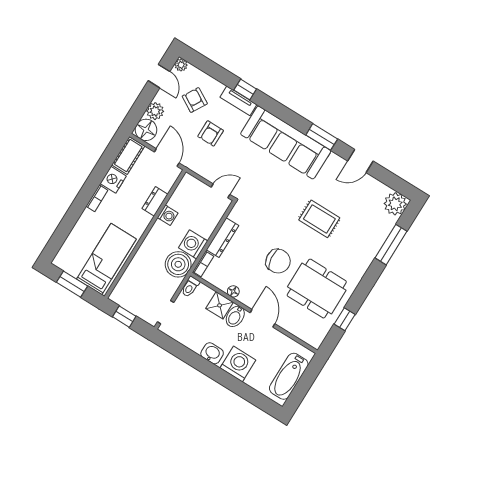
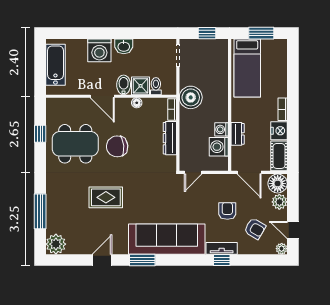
washing machine: (193, 244) -> (219, 147), moved, turned 180
toilet: (190, 287) -> (156, 86), moved

